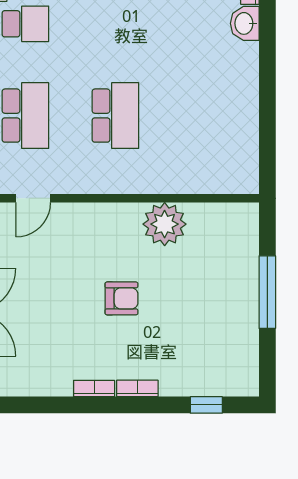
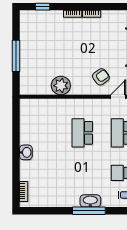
washbasin: (245, 23) -> (26, 152), moved
armchair: (121, 298) -> (101, 77), moved, turned 144

